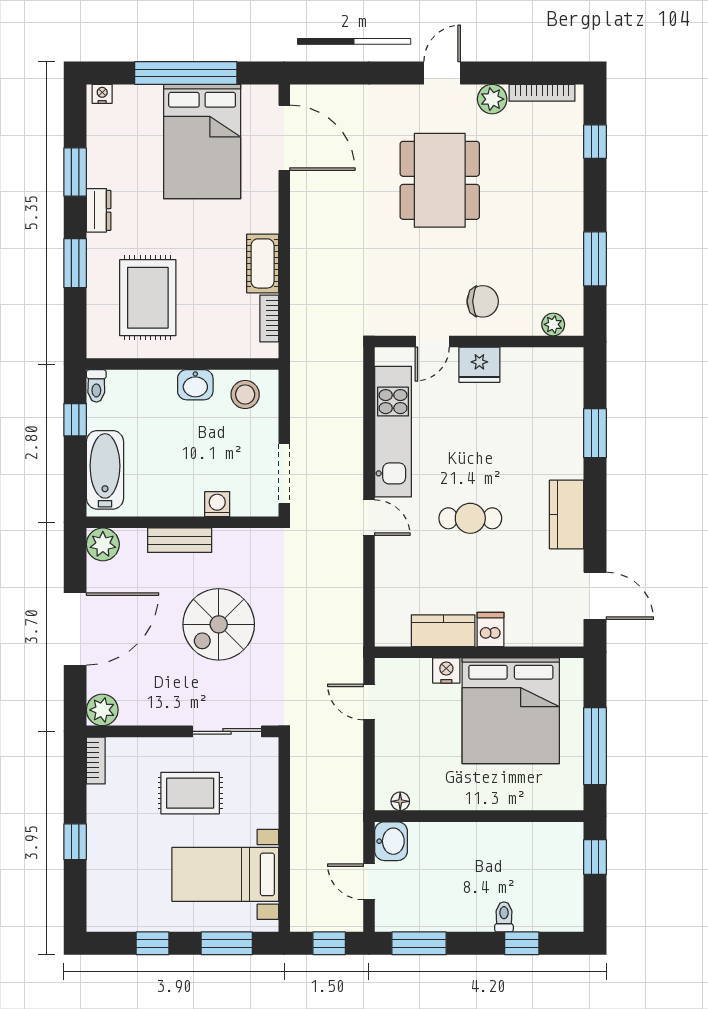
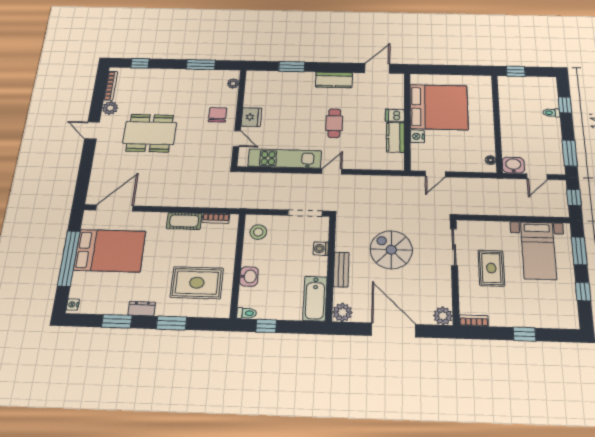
washbasin: (195, 385) -> (249, 276), moved
bathtub: (105, 470) -> (315, 299), moved, turned -90
spiral stairs: (219, 624) -> (391, 250), turned 180
window: (595, 746) -> (457, 70), removed

